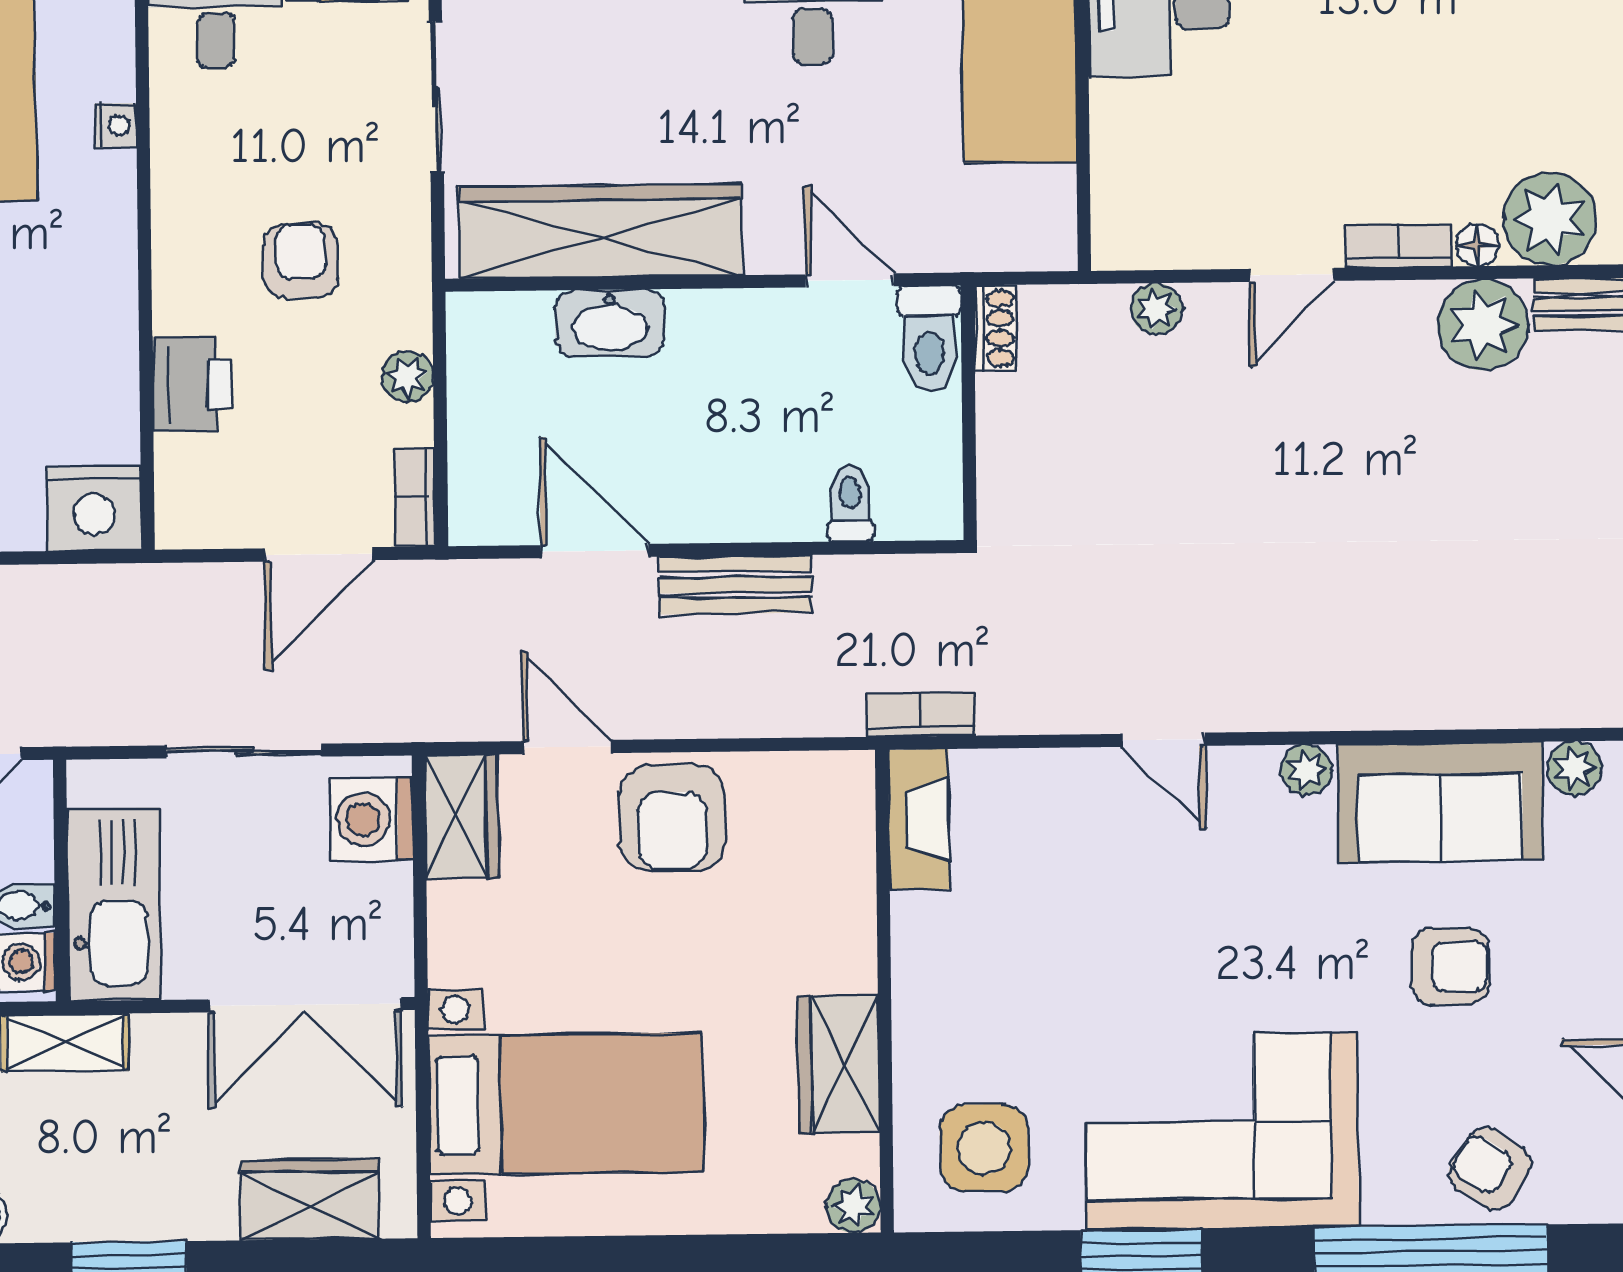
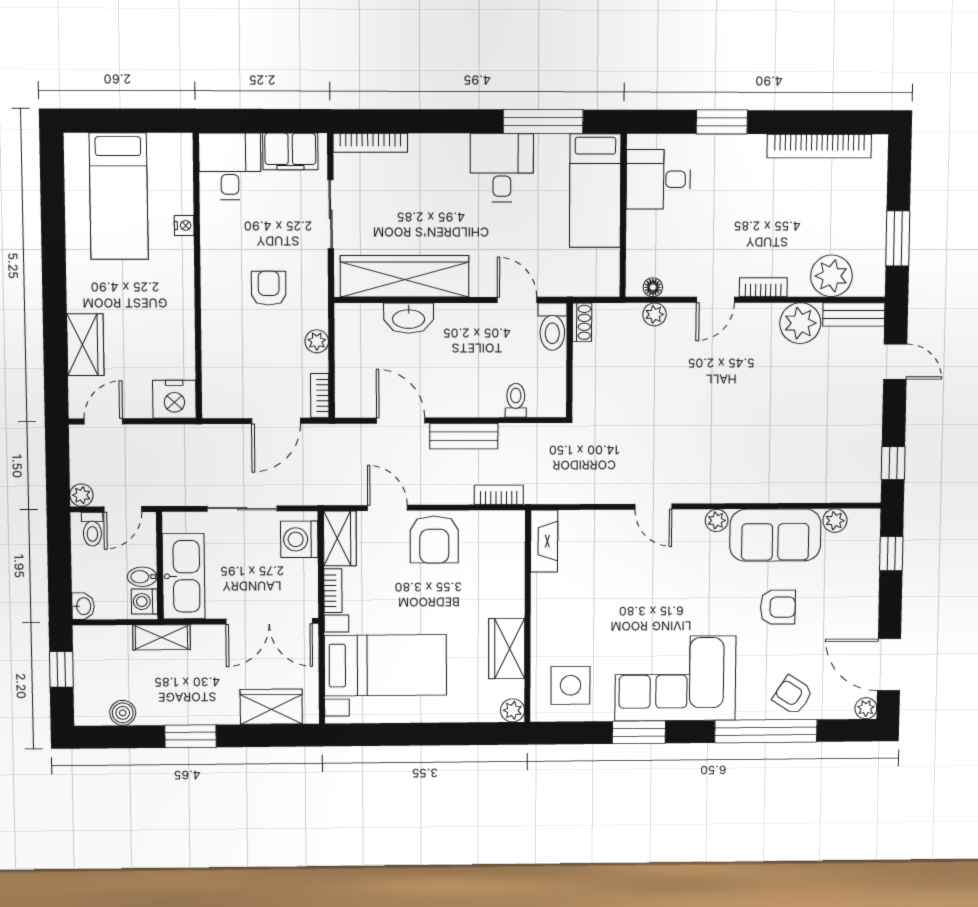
floor lamp: (1477, 245) -> (653, 287), moved
printer: (192, 384) -> (219, 344), removed
bookcase: (921, 714) -> (499, 495), moved
bookcase: (447, 935) -> (333, 591), added

